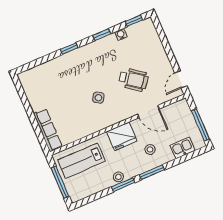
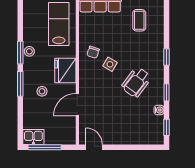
wheelchair: (133, 80) -> (136, 82), moved
coffee table: (46, 88) -> (139, 20), added
chair: (94, 118) -> (93, 52), added
kitchen sink: (183, 148) -> (33, 137), moved, turned -90

